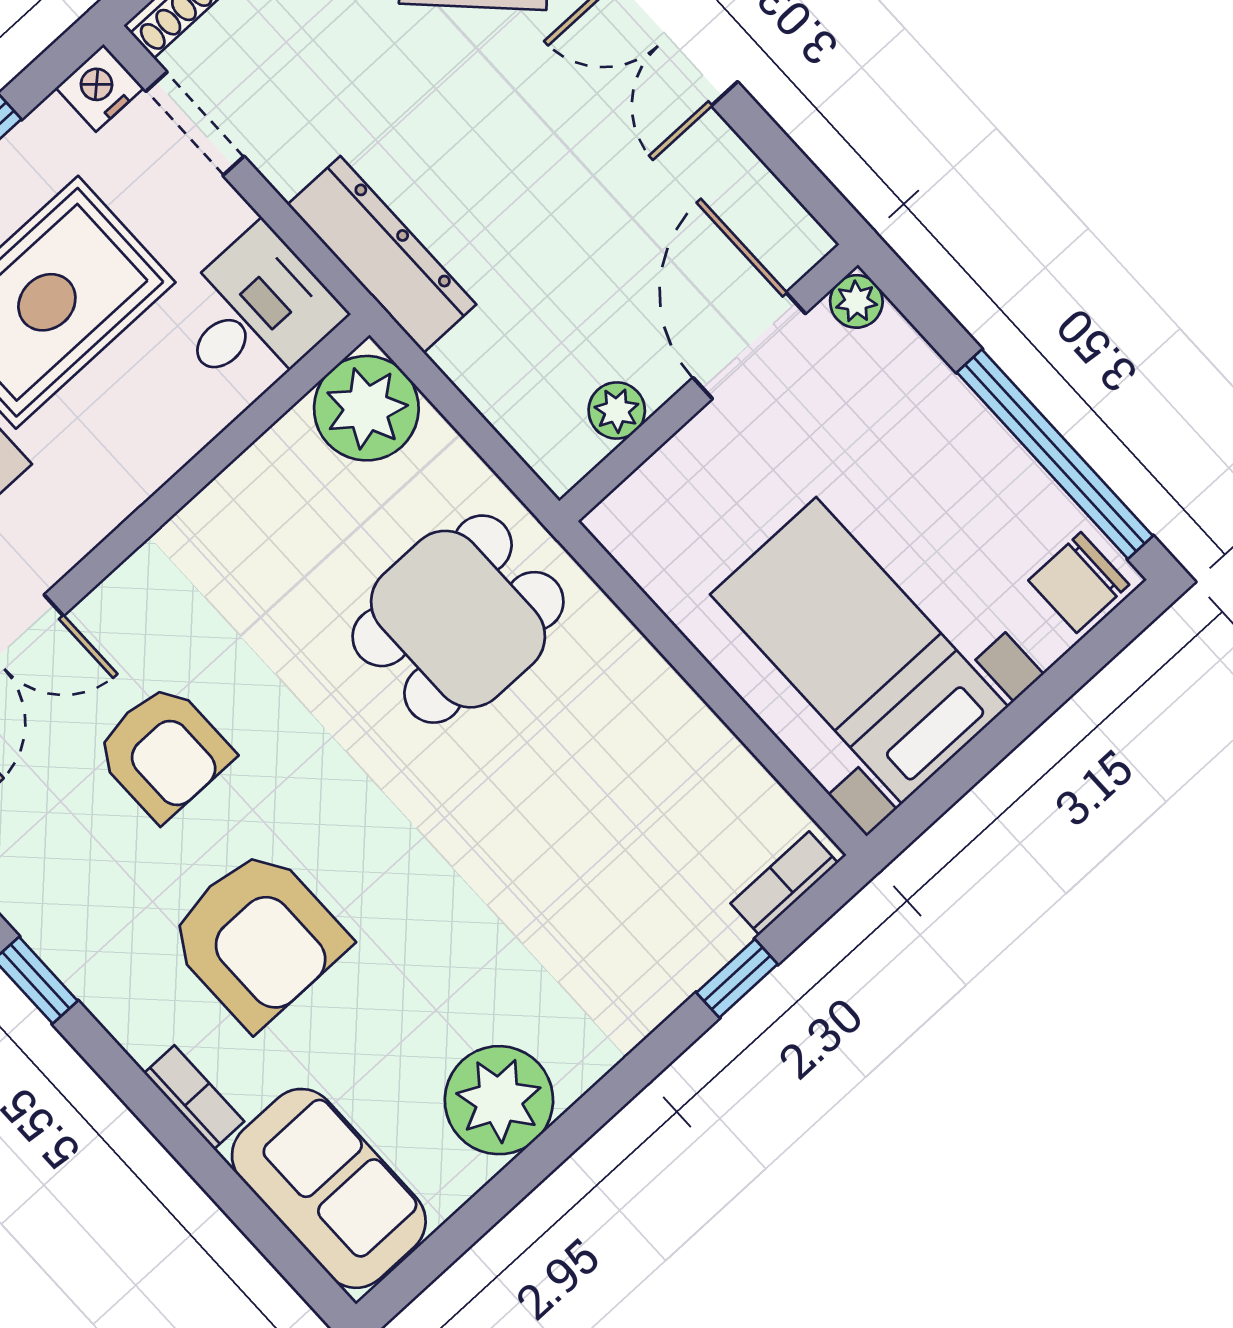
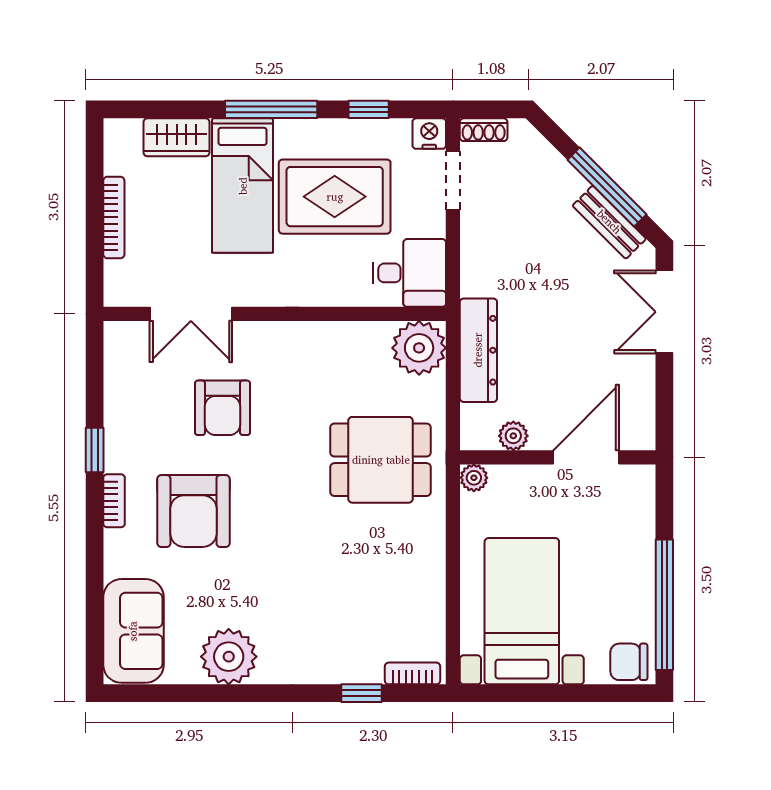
dresser: (382, 254) -> (478, 350), moved
plant: (856, 301) -> (474, 478), moved
bookcase: (194, 1097) -> (114, 501), moved

